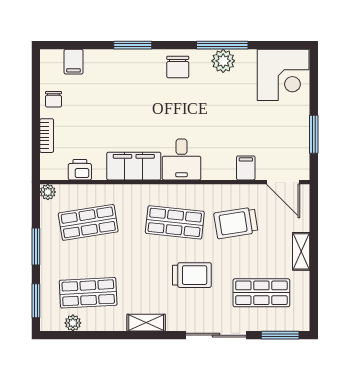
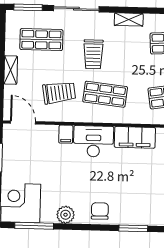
window: (222, 45) -> (34, 226), moved
desk: (181, 159) -> (93, 141), width x1.37
filing cabinet: (246, 168) -> (66, 134), moved
trolley: (192, 275) -> (93, 54), turned -90

